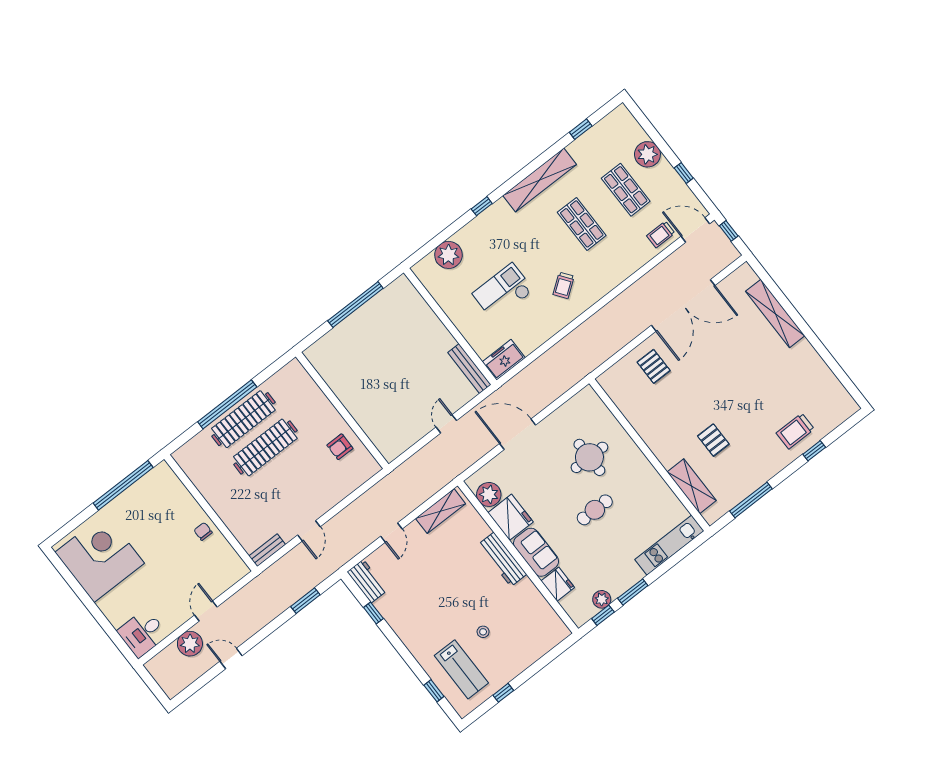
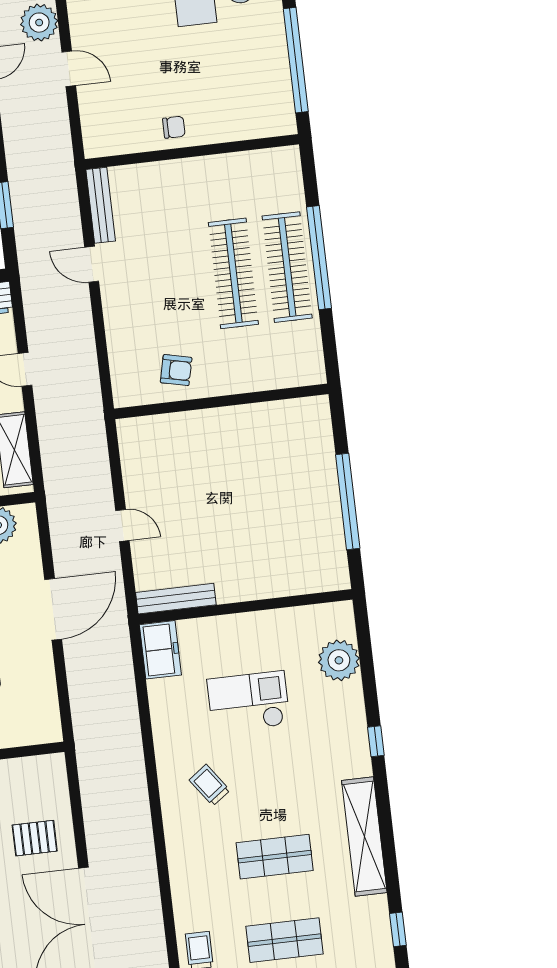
checkout: (503, 292) -> (248, 702), turned -90
armchair: (340, 447) -> (176, 370), turned 103
bench: (267, 550) -> (101, 205), width x1.36

